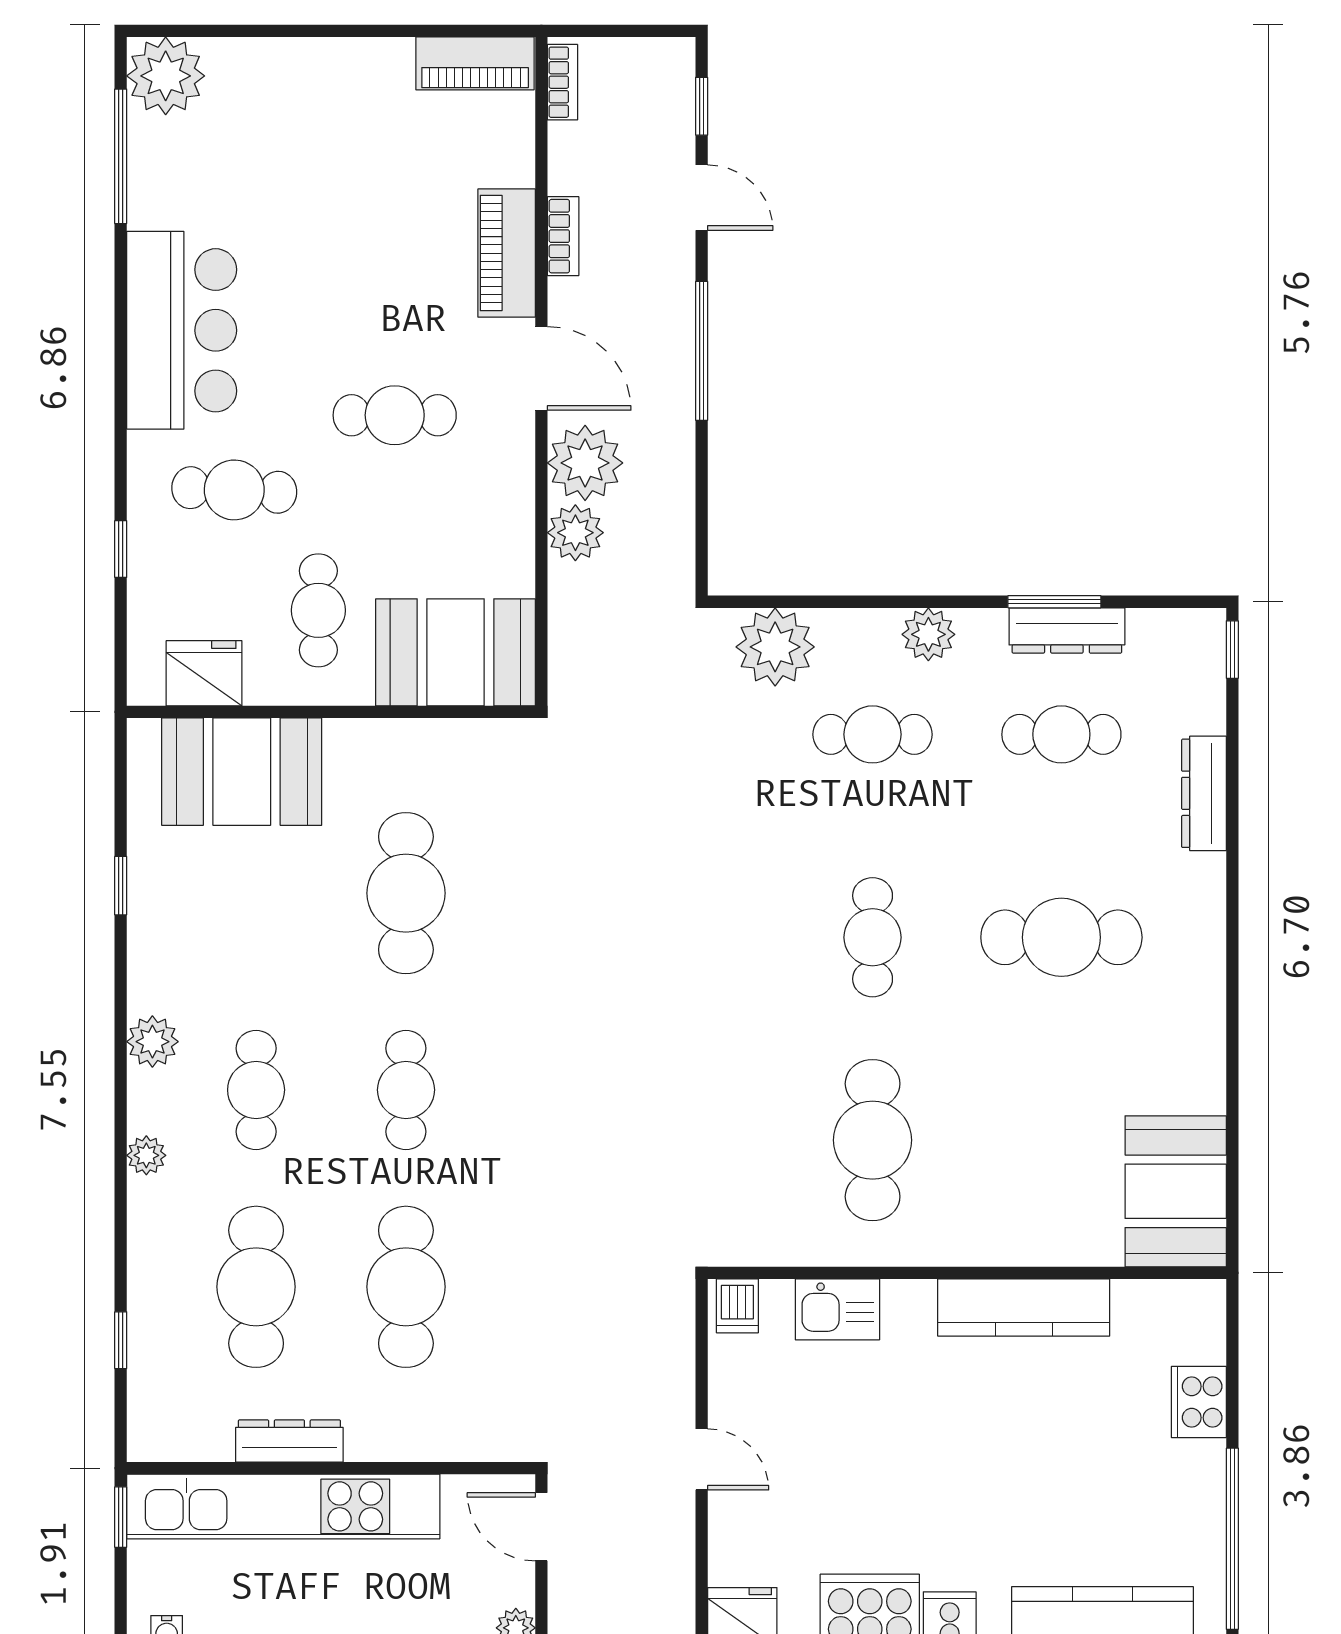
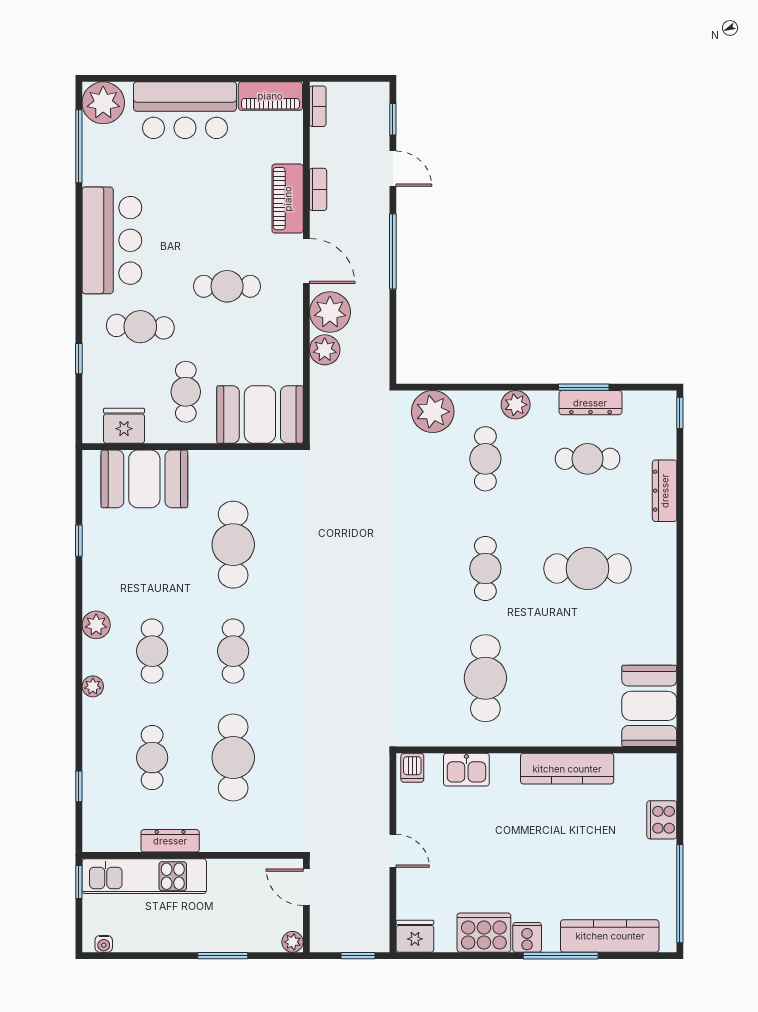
bar counter: (317, 90) -> (185, 110), added
cafe table: (873, 734) -> (485, 459), turned 90
cafe table: (256, 1287) -> (152, 758), width x0.73, depth x0.74
kitchen unit: (283, 1506) -> (144, 876), width x0.73

